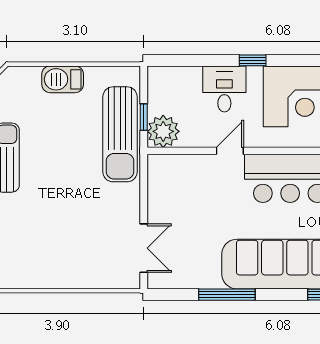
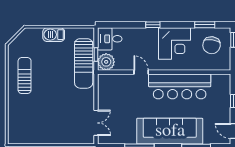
desk: (224, 89) -> (110, 39), moved, turned -90
door: (230, 151) -> (141, 72), hinge flipped

